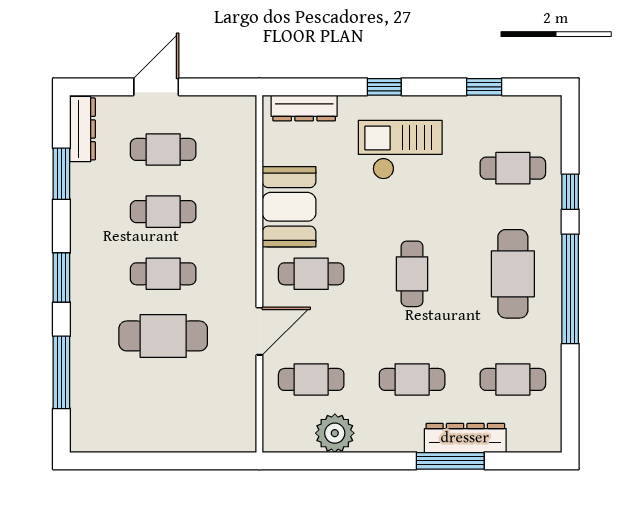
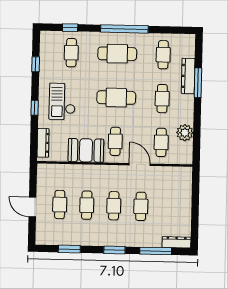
dresser: (82, 129) -> (176, 242), moved
window: (570, 192) -> (70, 28), moved
cafe table: (412, 274) -> (116, 98), width x1.37, depth x1.35
cafe table: (163, 336) -> (141, 206), width x0.73, depth x0.74

